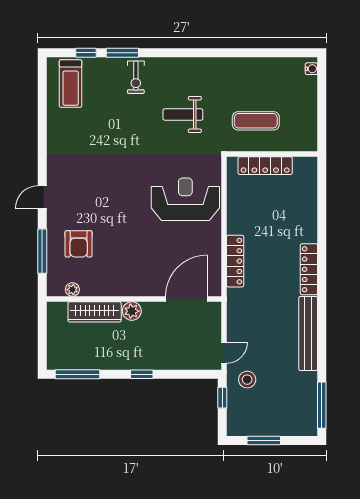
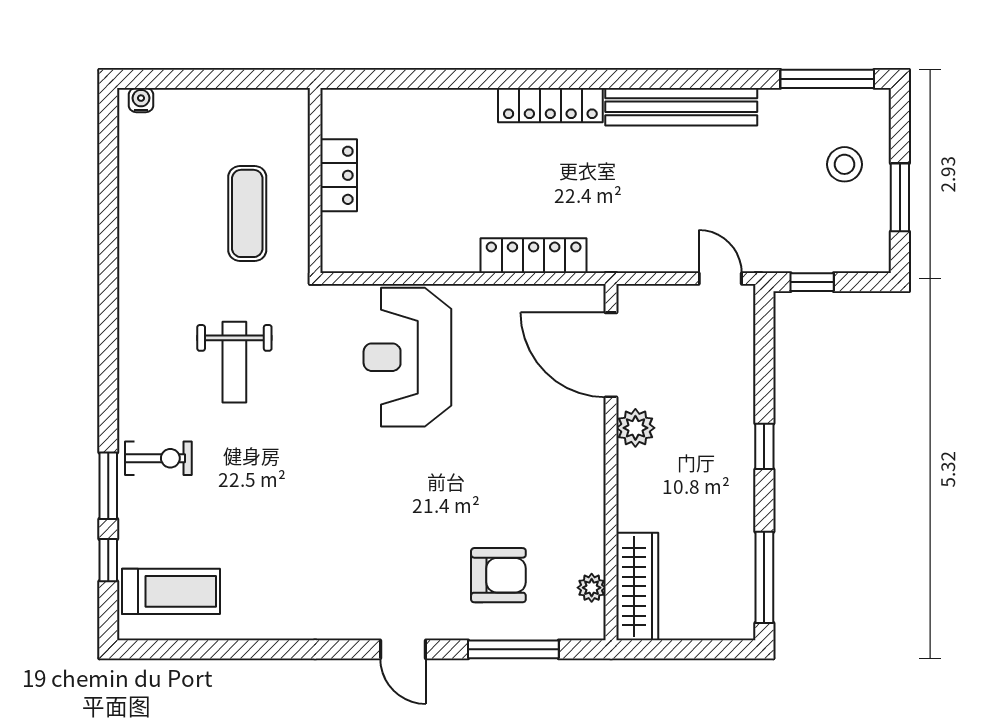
locker: (265, 166) -> (339, 175), width x0.66
plant: (132, 311) -> (635, 428), moved
wardrobe: (95, 312) -> (637, 586), moved
stool: (247, 380) -> (844, 164), moved

